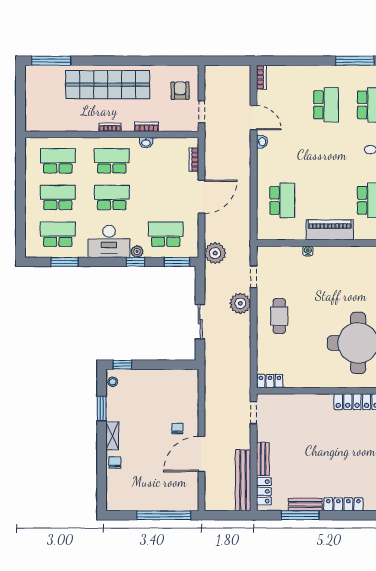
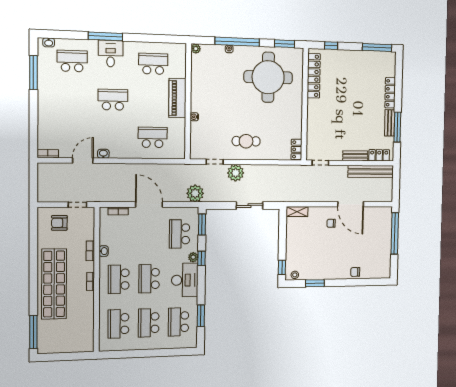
school desk: (326, 105) -> (113, 100), moved
shelving: (112, 436) -> (297, 212), moved

